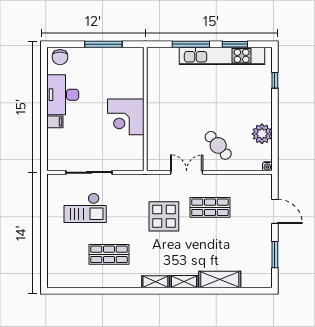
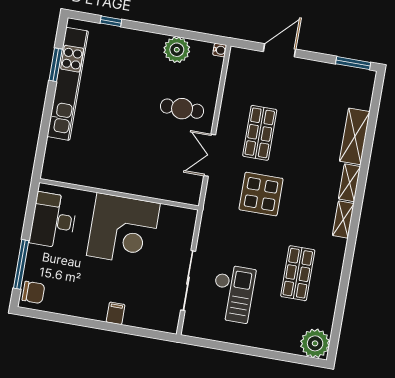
window: (103, 44) -> (21, 264), moved
window: (191, 44) -> (46, 121), removed
desk: (63, 95) -> (53, 220), moved, turned 90
corner desk: (126, 117) -> (123, 229), width x1.36, depth x1.36
cafe table: (218, 145) -> (182, 109), turned 41
window: (275, 255) -> (353, 63), moved
plant: (58, 277) -> (315, 343), added

